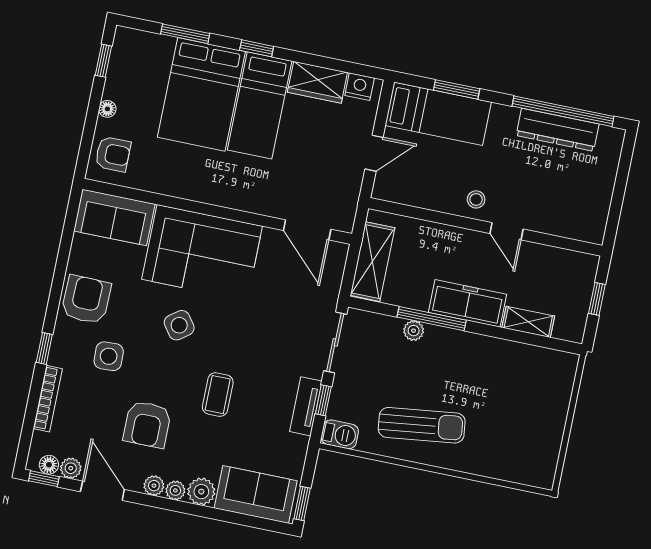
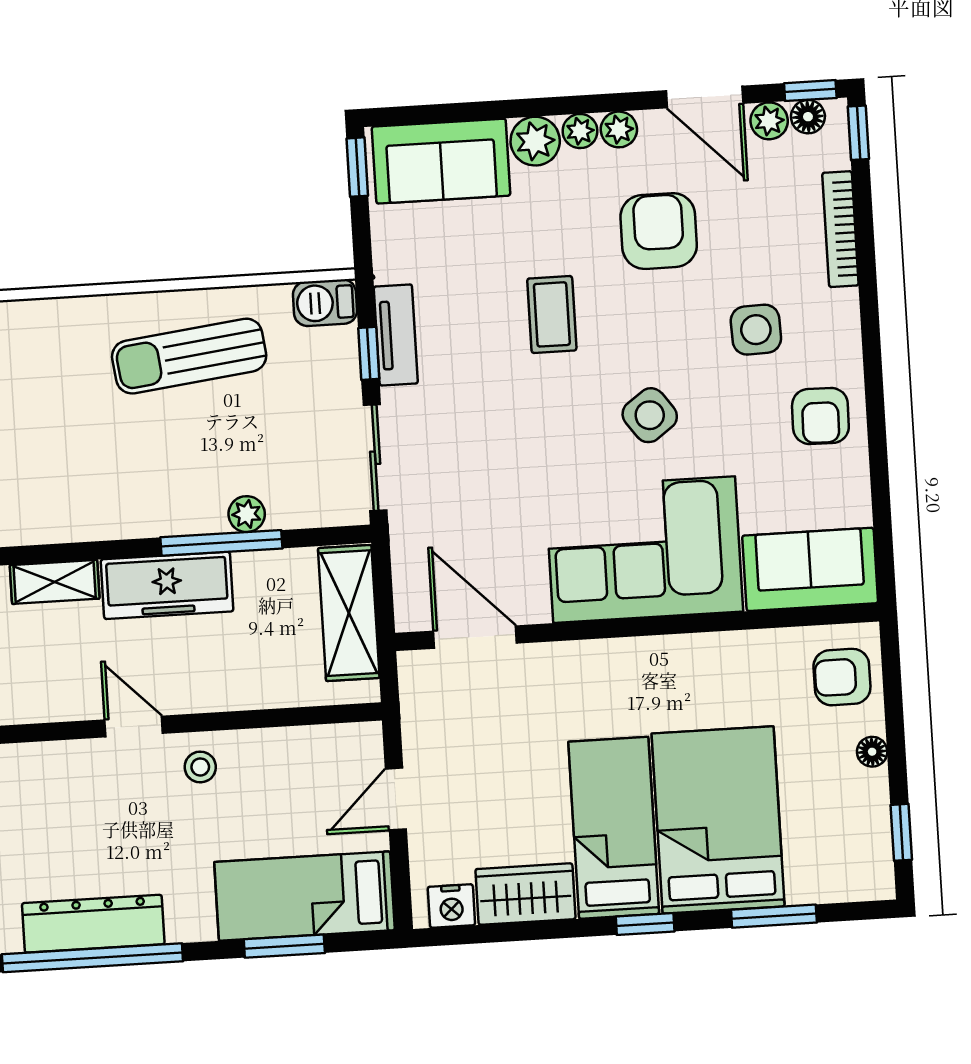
armchair: (86, 300) -> (820, 416), width x0.72, depth x0.72
window: (44, 348) -> (858, 133), moved

